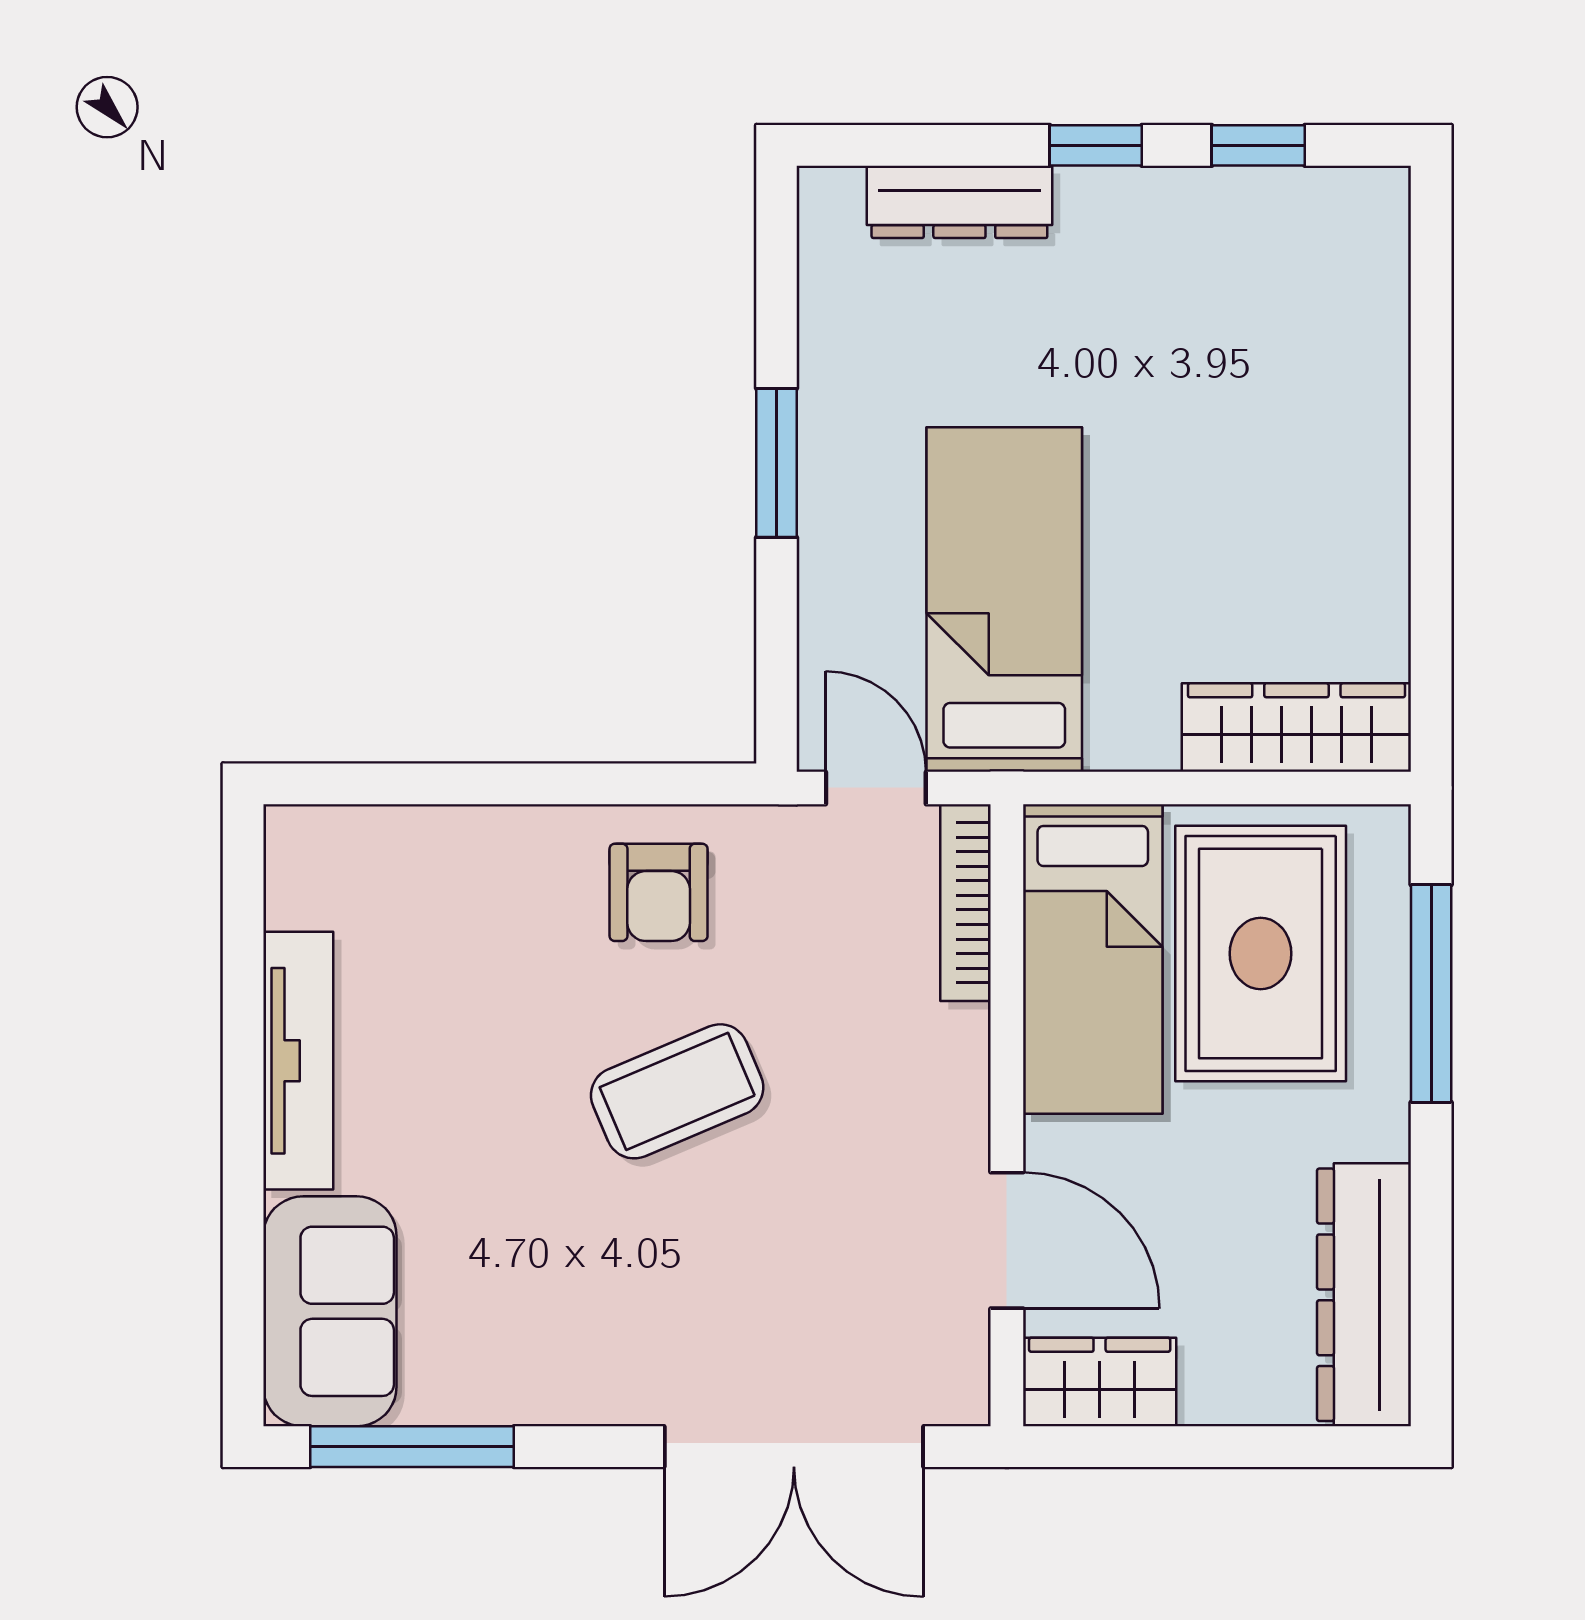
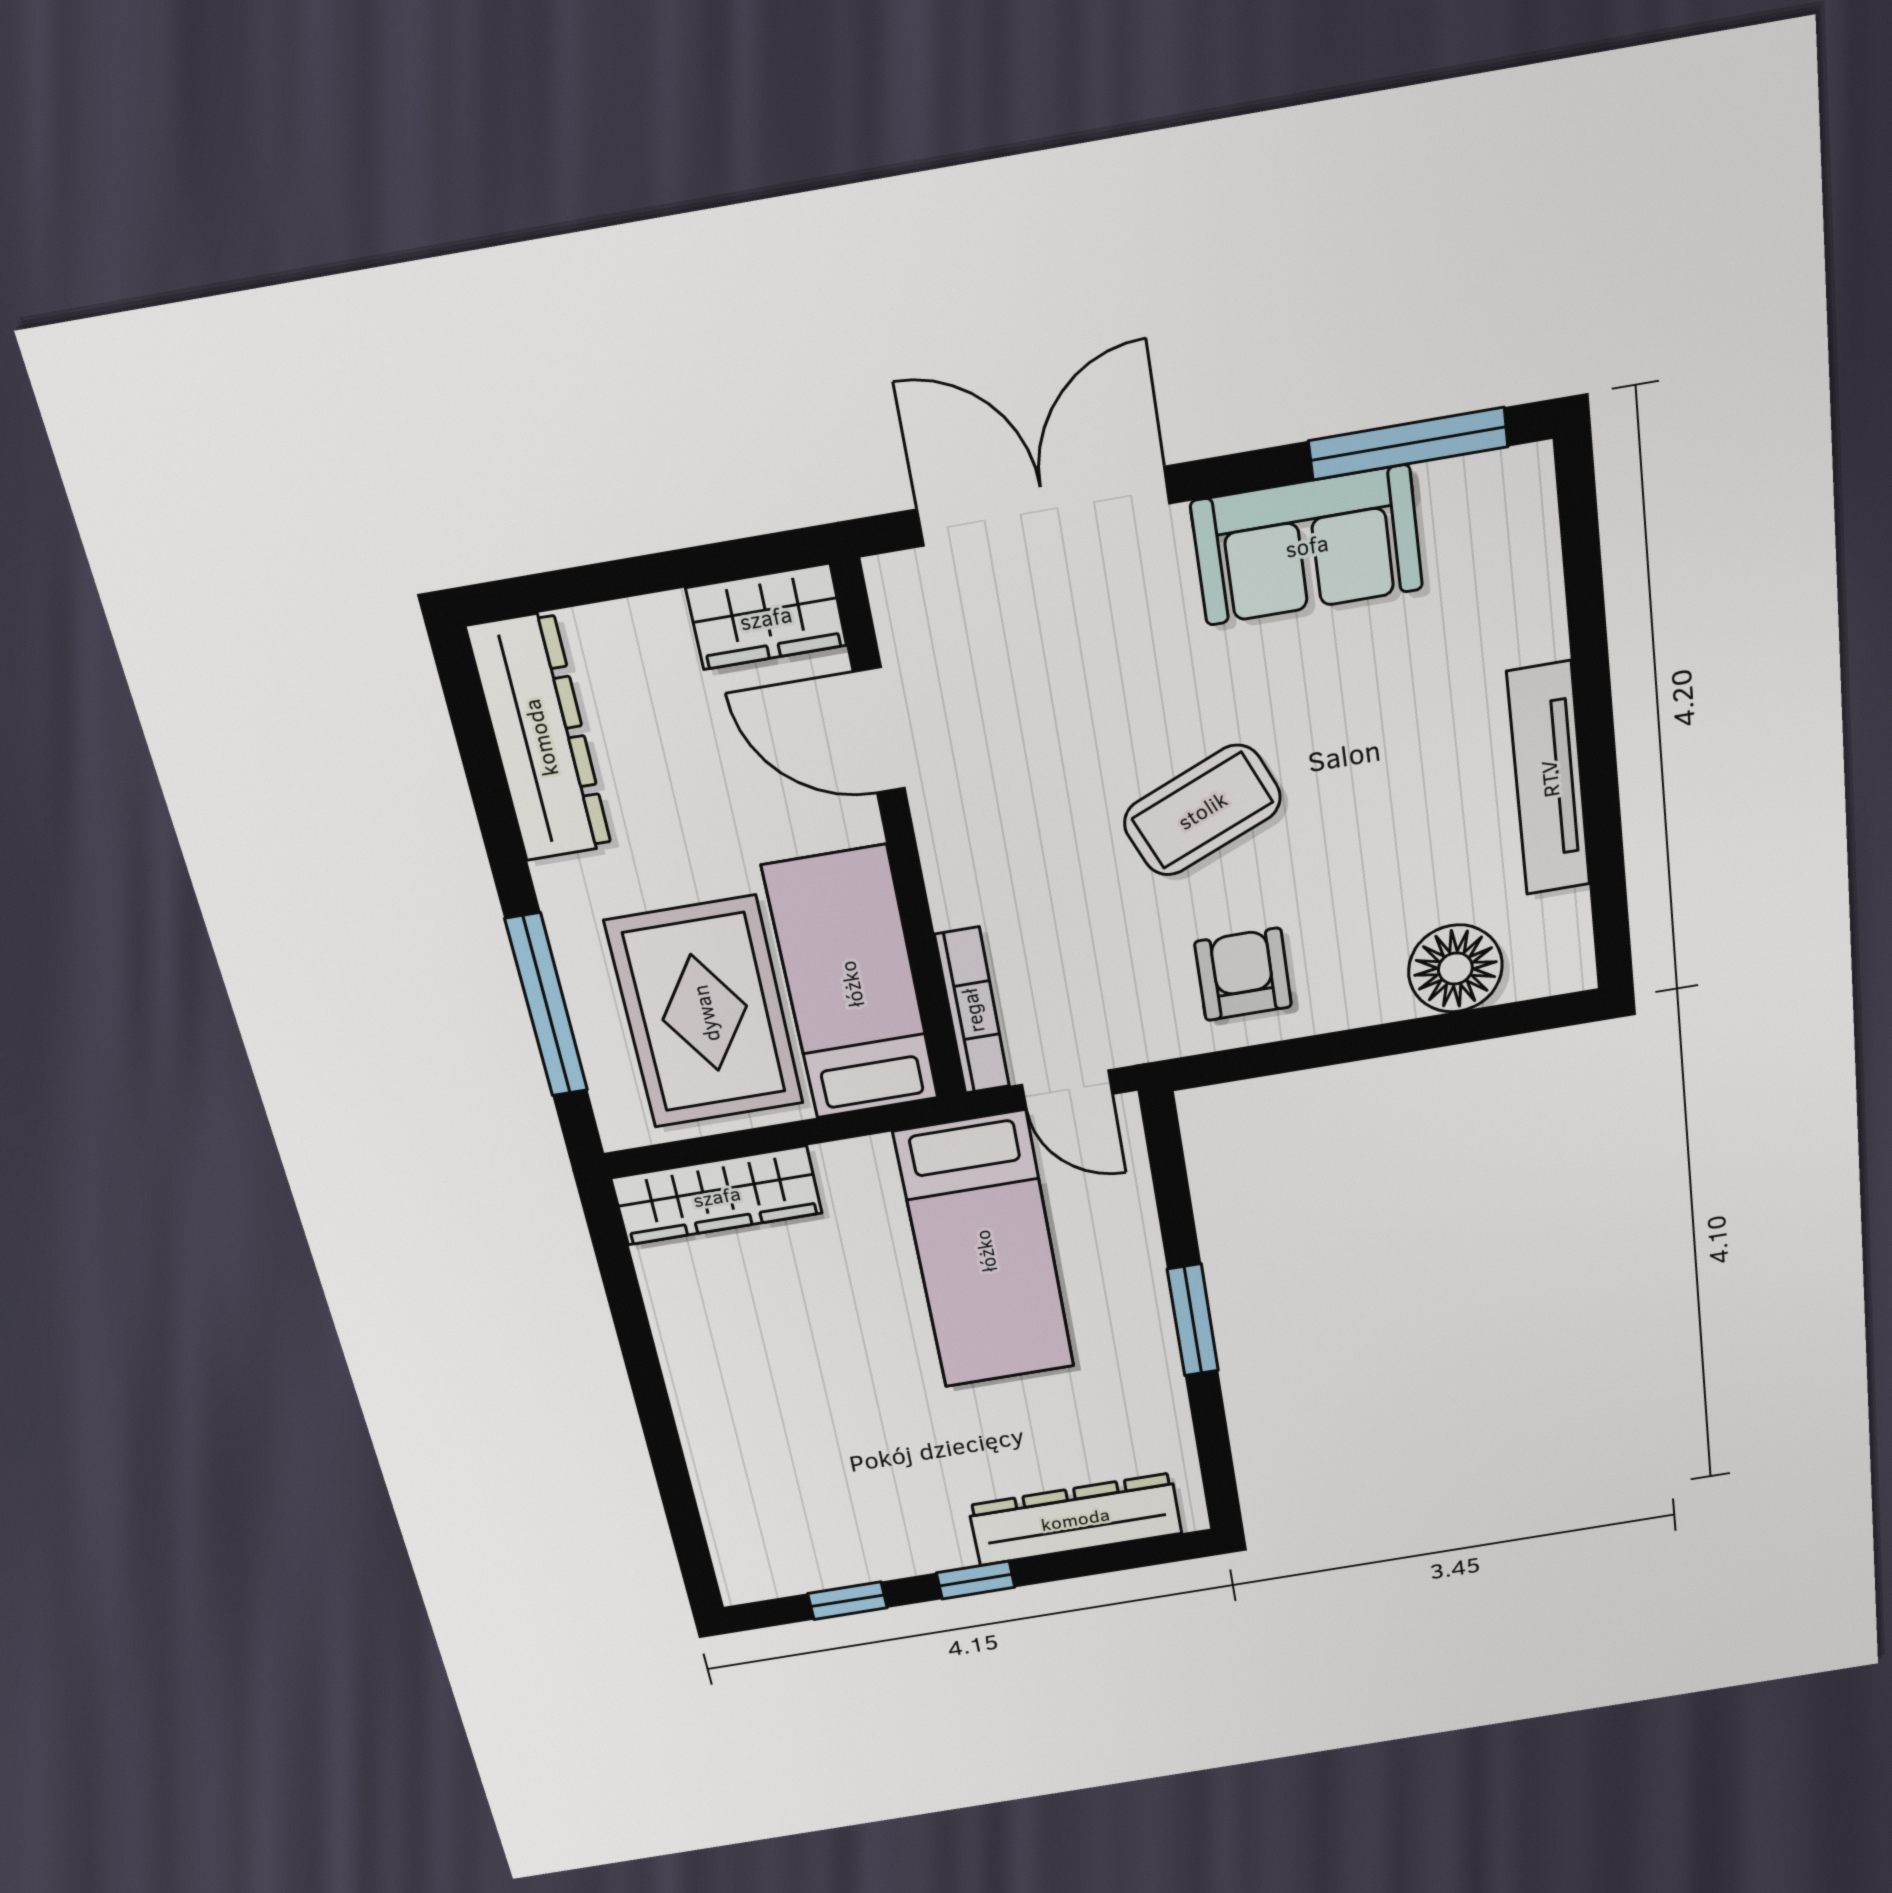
dresser: (959, 202) -> (1075, 1519), width x1.37, depth x1.24
floor lamp: (421, 857) -> (1455, 969), added
sofa: (330, 1311) -> (1307, 545), moved, turned -90

